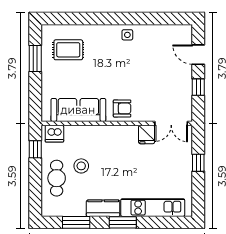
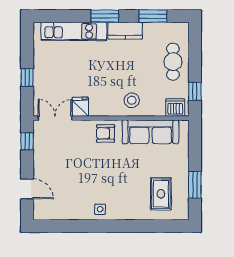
rug: (68, 50) -> (161, 194), turned 90
window: (198, 87) -> (27, 141), moved
stool: (81, 166) -> (132, 100), moved

